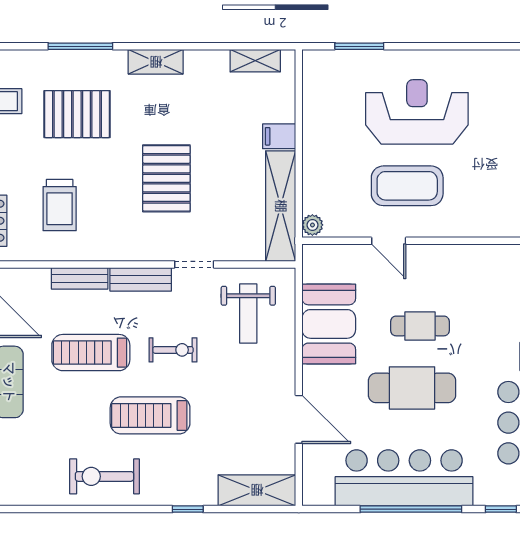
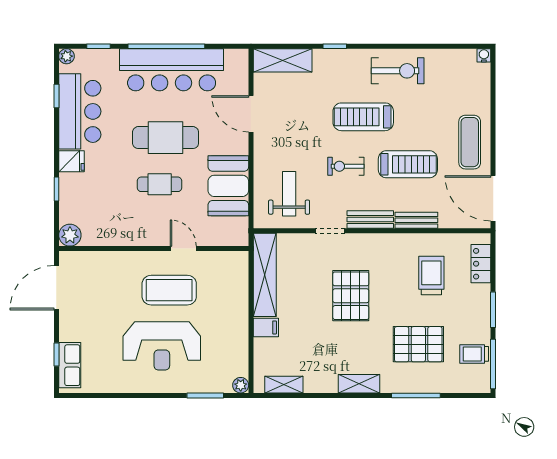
plant: (312, 225) -> (241, 385), moved
treadmill: (150, 415) -> (363, 117), turned 180

